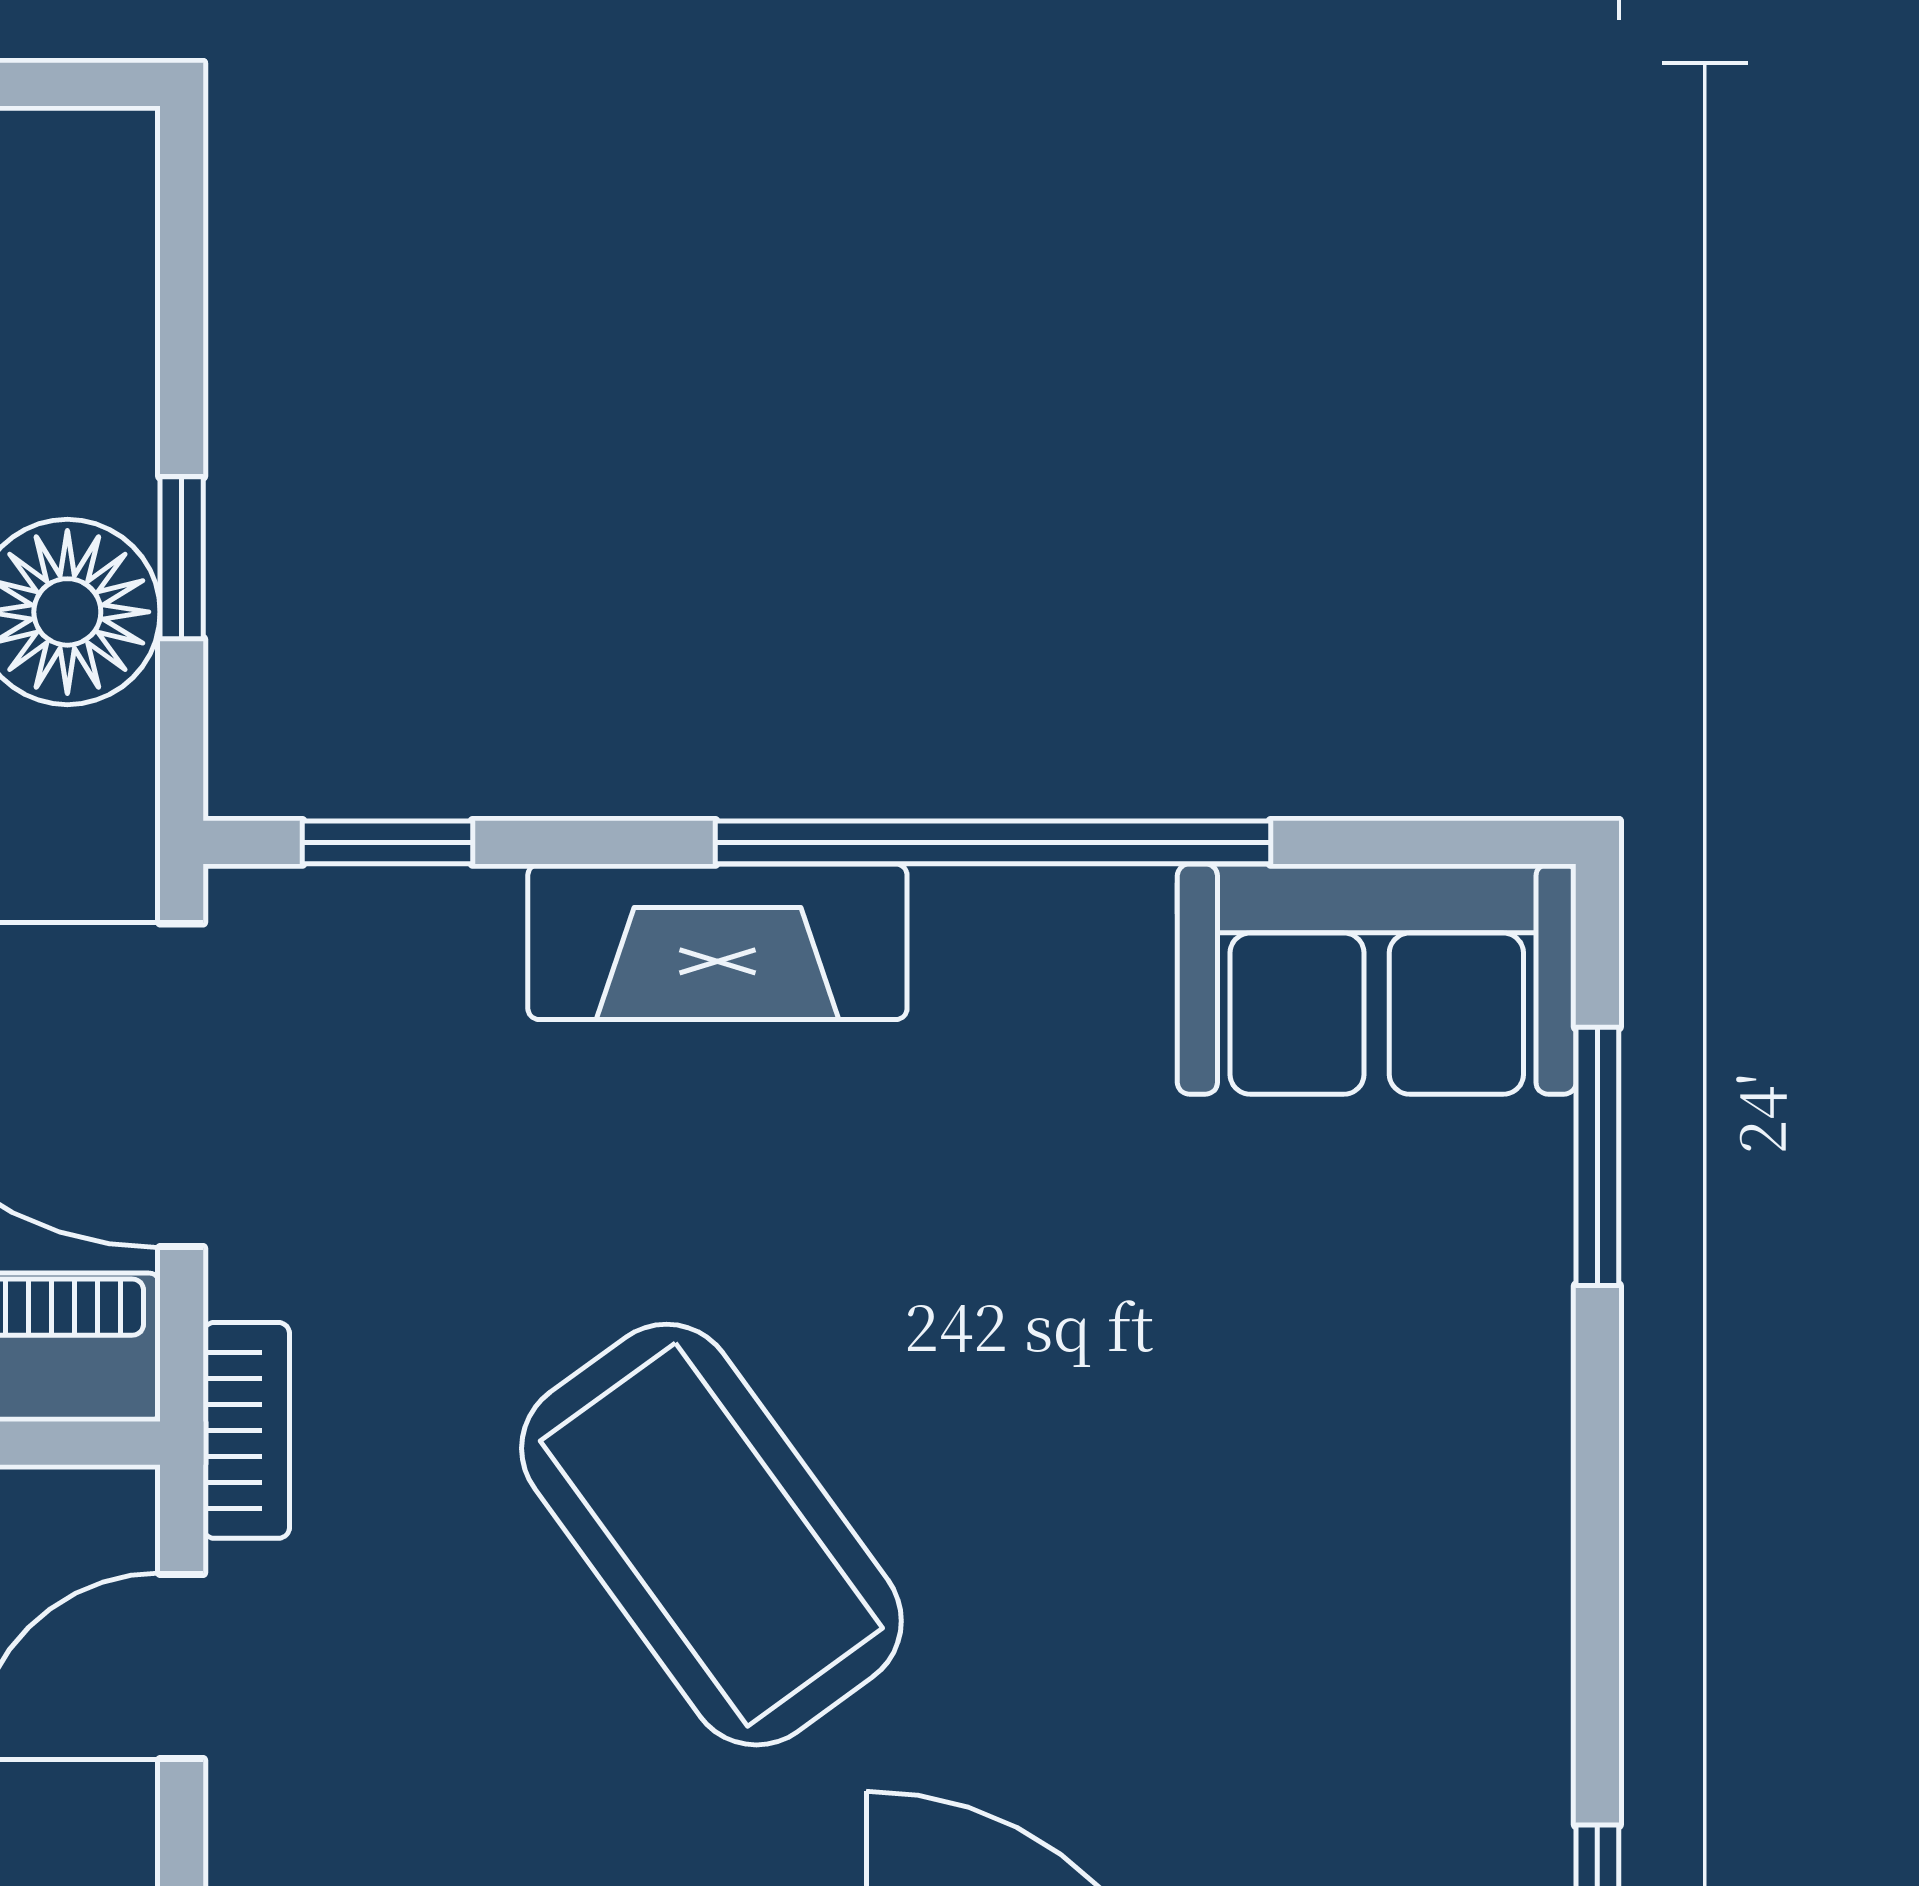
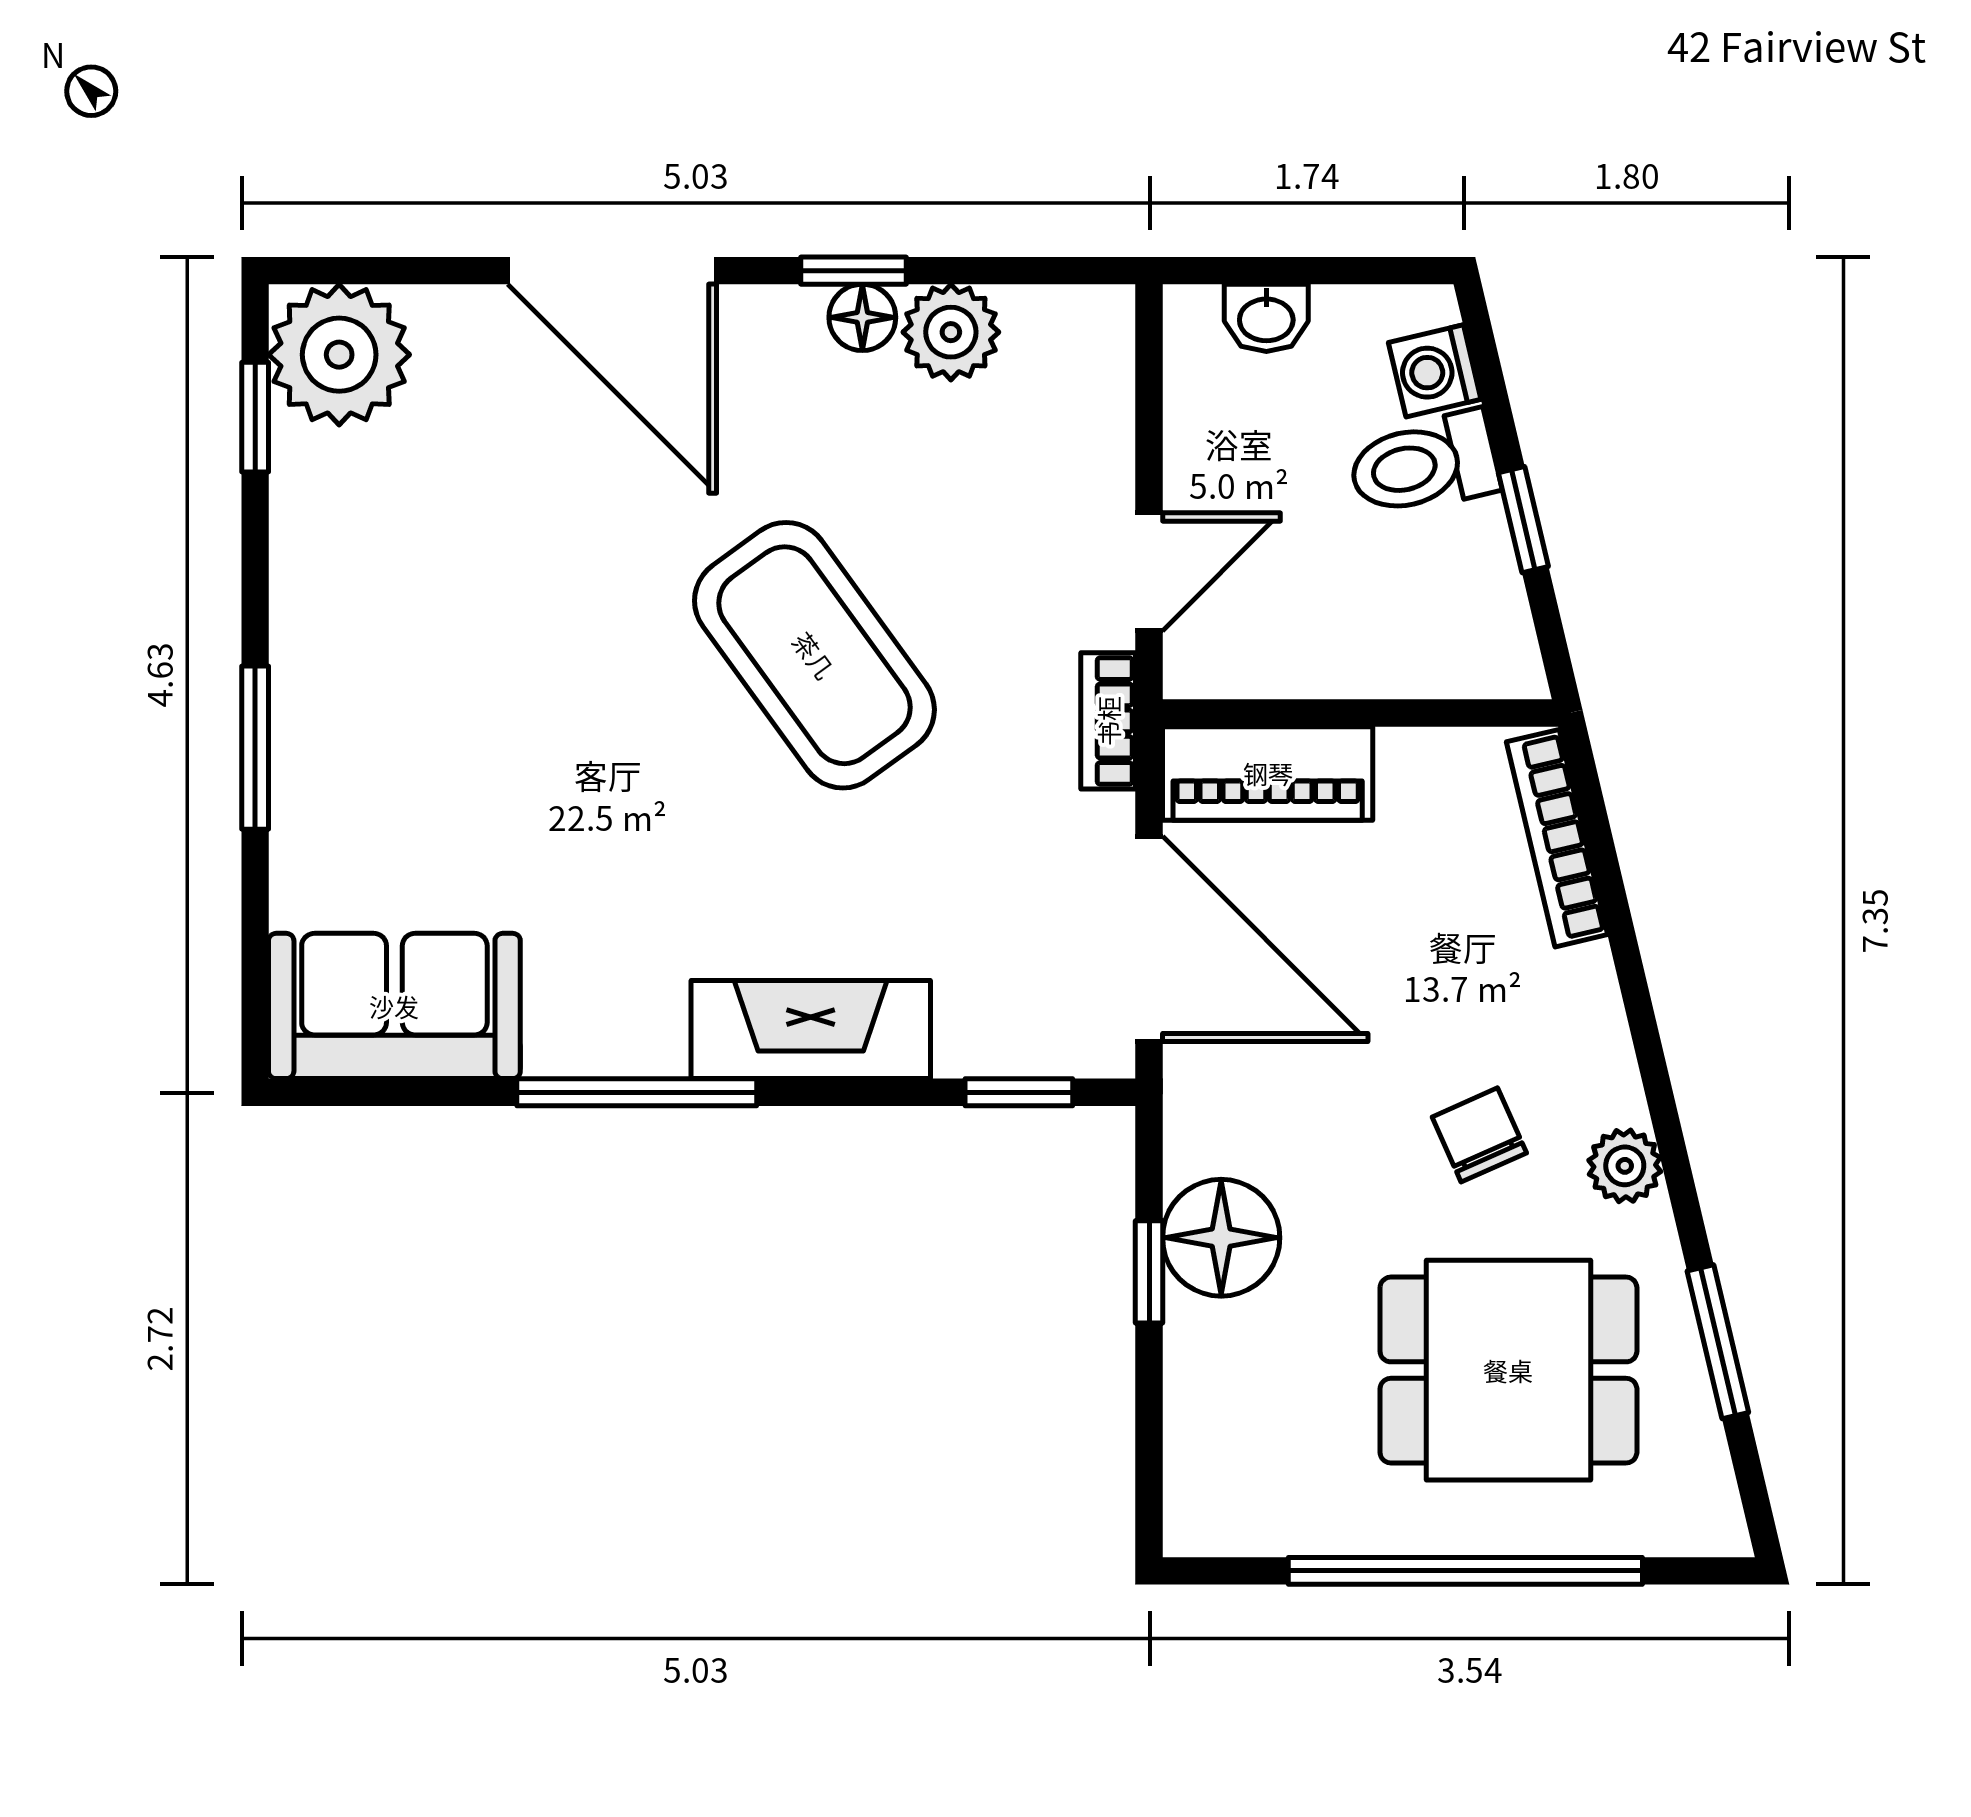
window: (993, 842) -> (637, 1092), width x0.68
window: (1597, 1156) -> (255, 748), moved

